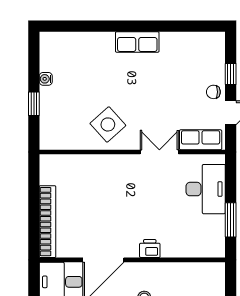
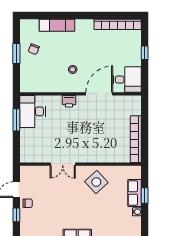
row of seats: (201, 140) -> (134, 193), moved, turned 90
desk: (206, 189) -> (33, 111), moved
bookcase: (47, 222) -> (136, 139), moved

